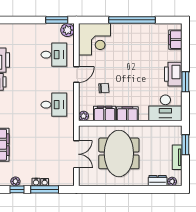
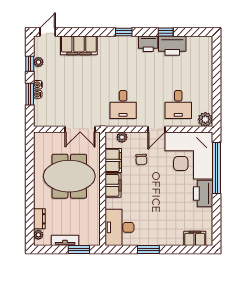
window: (57, 20) -> (216, 108), removed
window: (132, 20) -> (216, 168), moved
corner desk: (94, 39) -> (189, 155), width x1.36, depth x1.36
door: (76, 74) -> (156, 129), hinge flipped
printer: (173, 74) -> (203, 194), moved, turned -90
plant: (84, 116) -> (122, 137), moved
double door: (76, 154) -> (80, 129), moved
window: (45, 189) -> (30, 94), width x0.69

